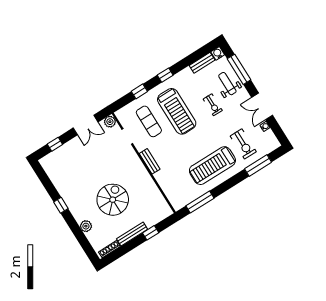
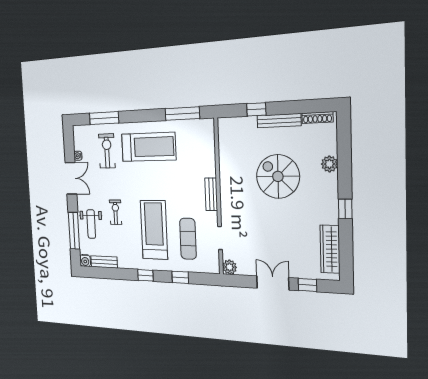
double door: (86, 125) -> (273, 283), moved
wardrobe: (55, 175) -> (330, 249), added
spiral stairs: (113, 200) -> (278, 176), turned 90

